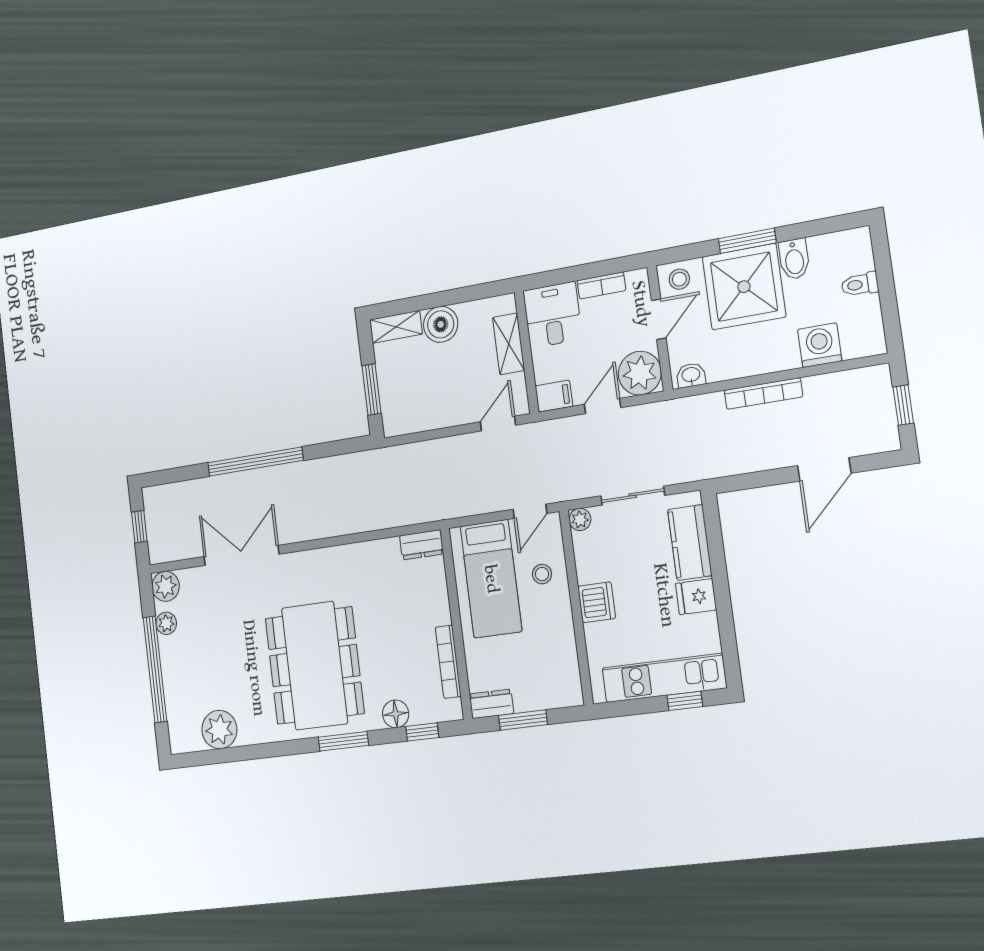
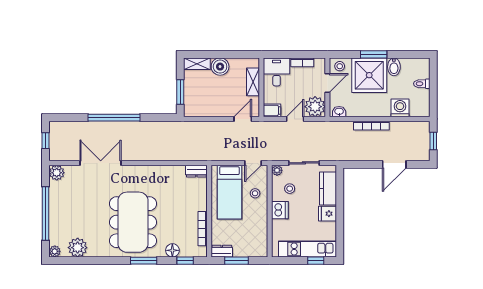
stool: (611, 554) -> (290, 189), added
plant: (166, 623) -> (55, 251), moved

